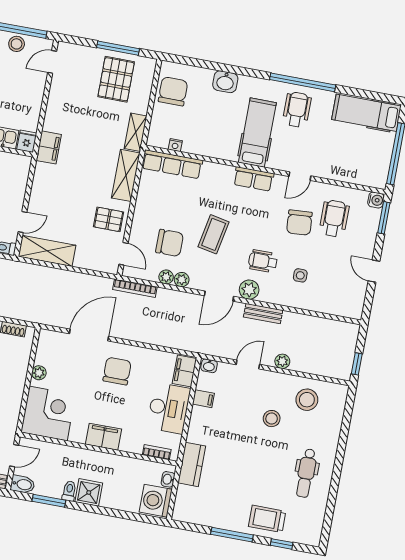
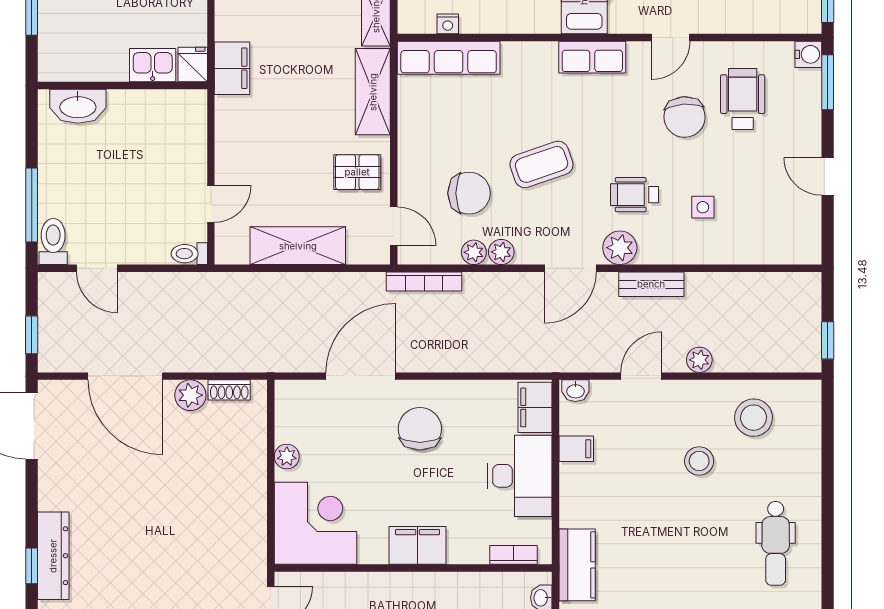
coffee table: (214, 234) -> (541, 164), turned 60
shelving: (47, 251) -> (298, 246), moved

